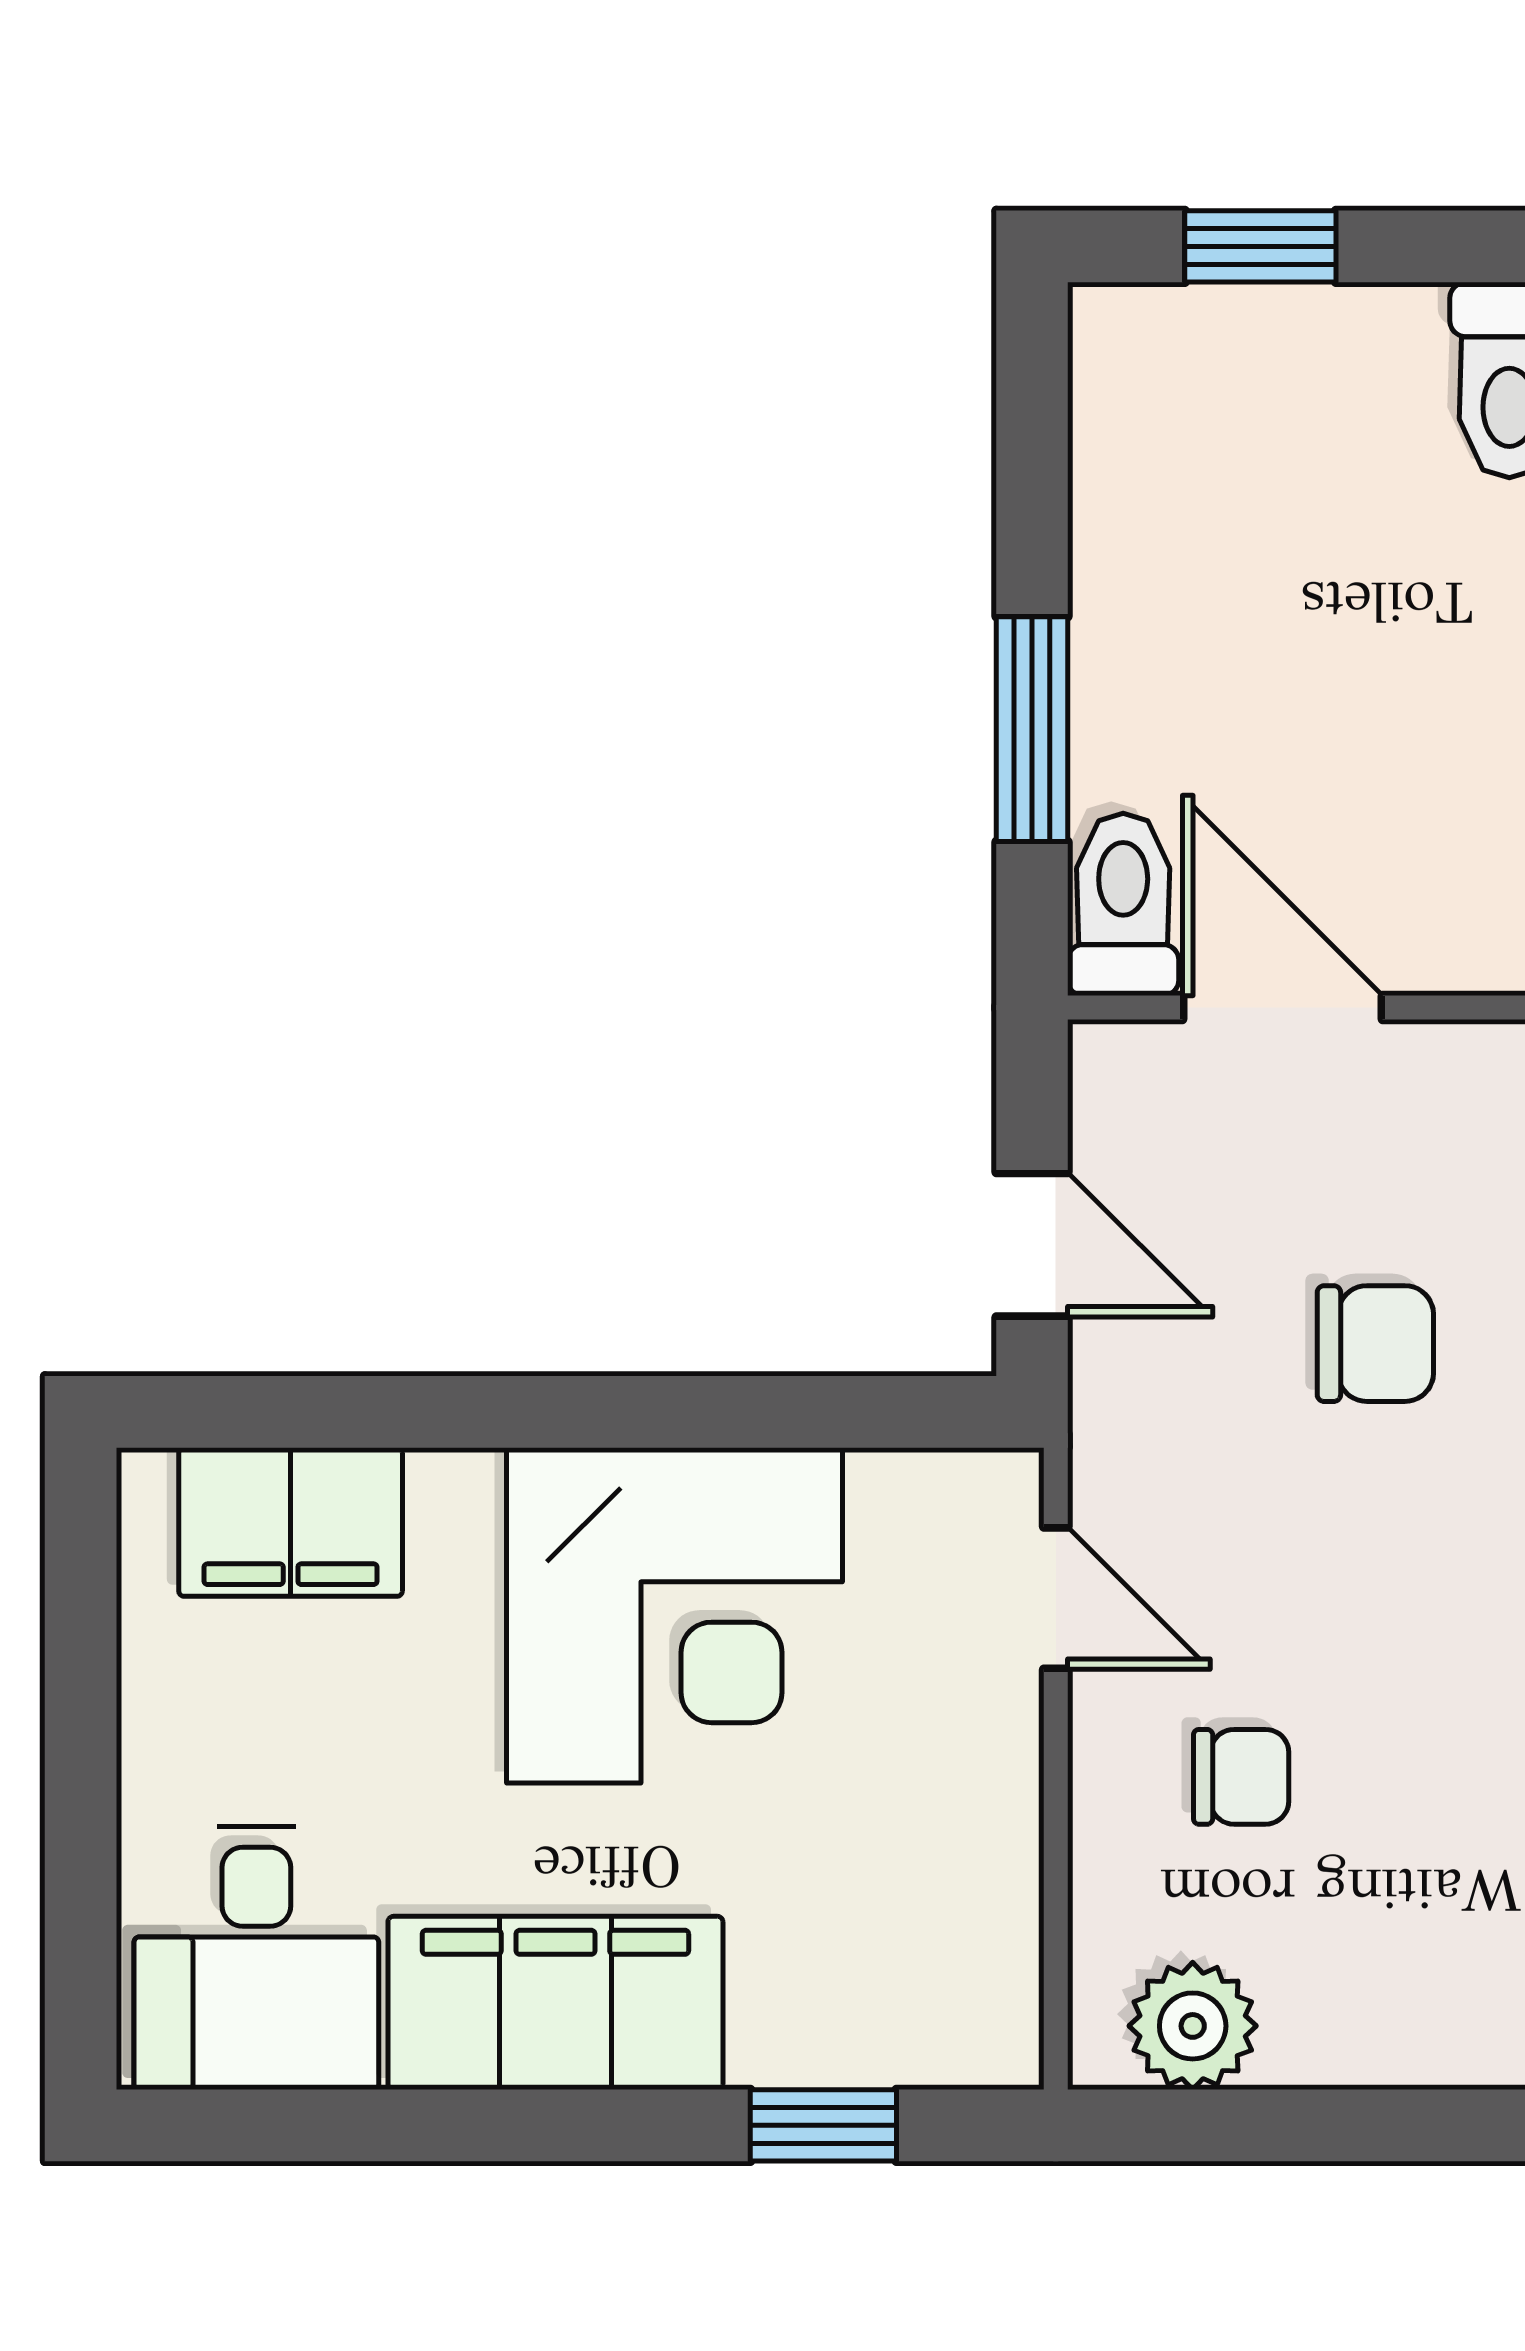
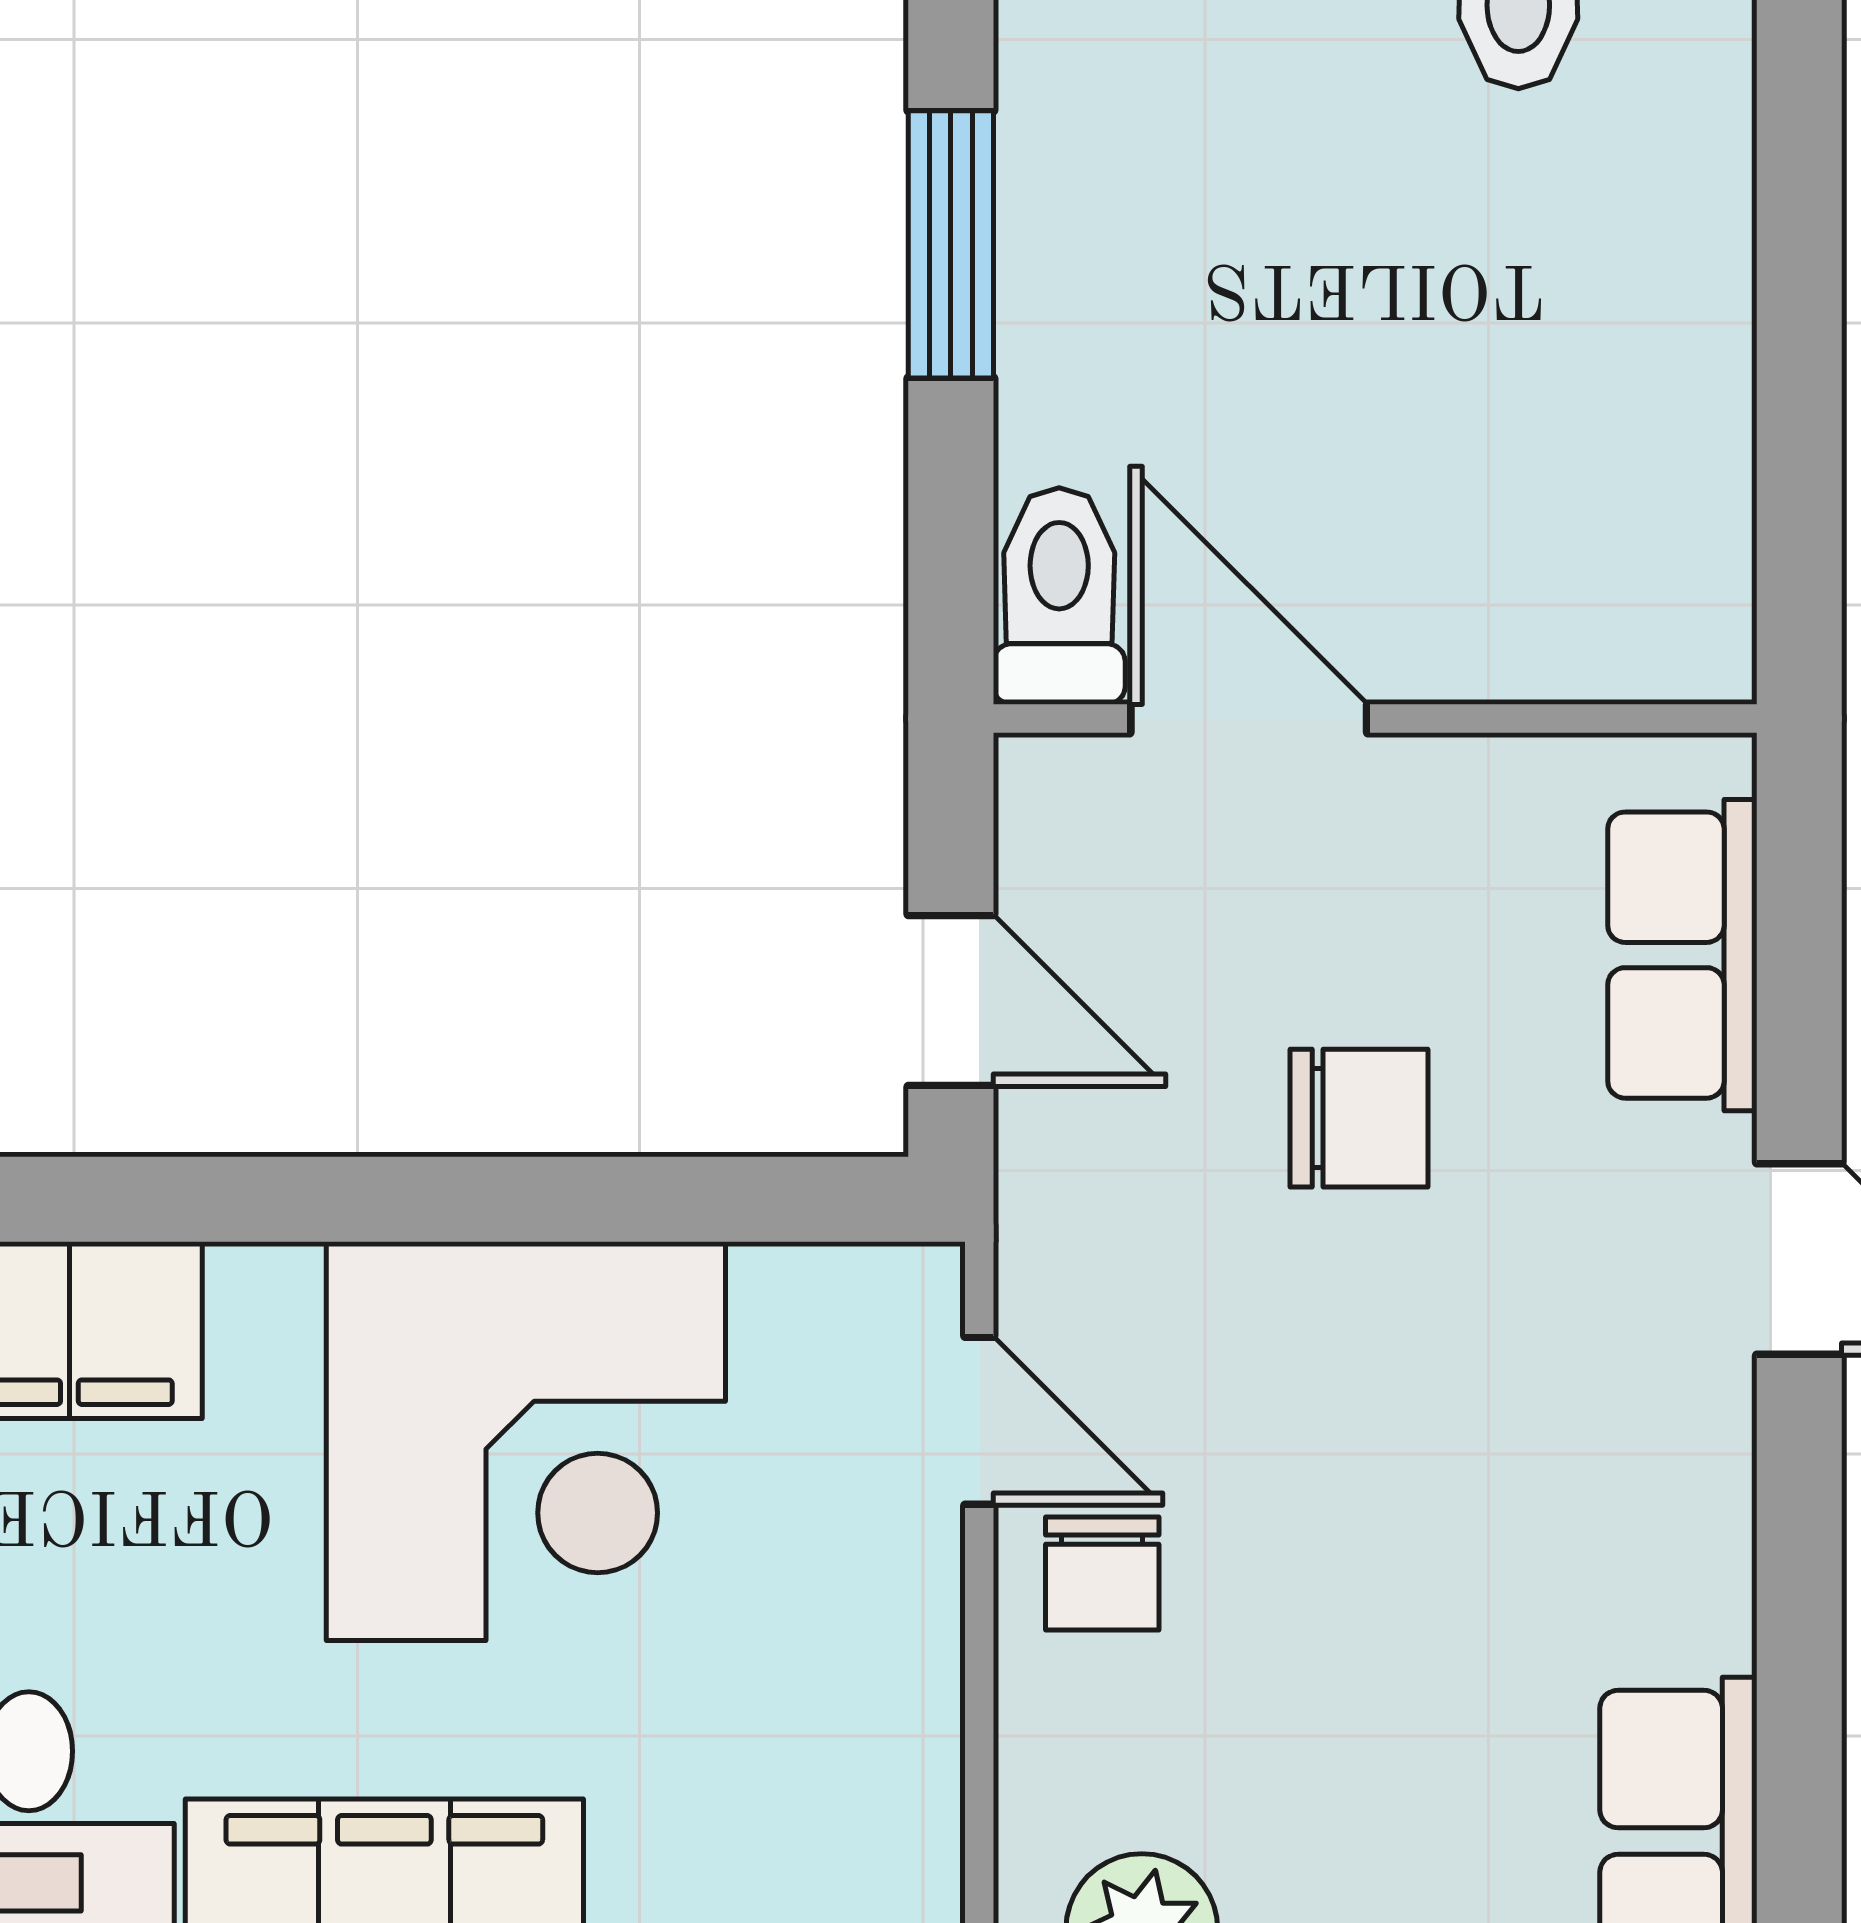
window: (1032, 729) -> (951, 244), moved
chair: (1241, 1777) -> (1102, 1573), moved, turned 90

